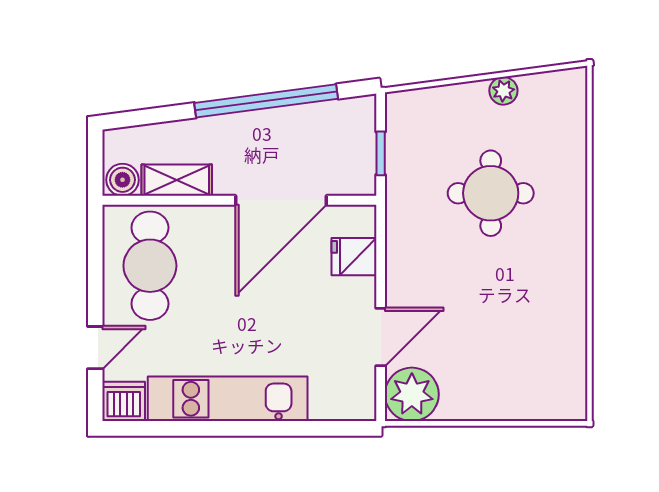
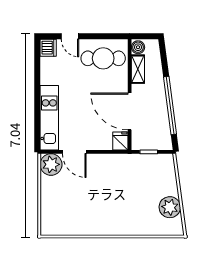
plant: (503, 91) -> (170, 207), width x1.88, depth x1.88
round table: (491, 193) -> (133, 196), removed
fridge: (354, 257) -> (120, 141), moved
kitchen unit: (228, 399) -> (49, 118), moved

